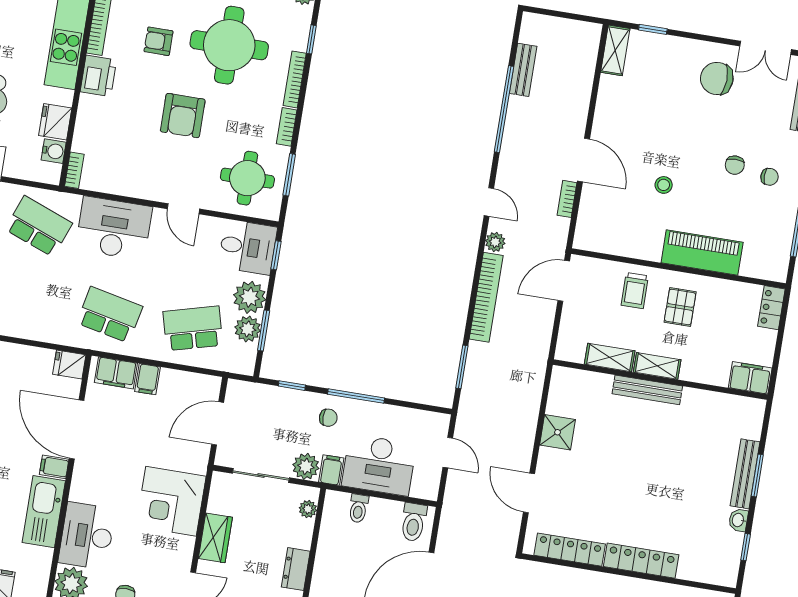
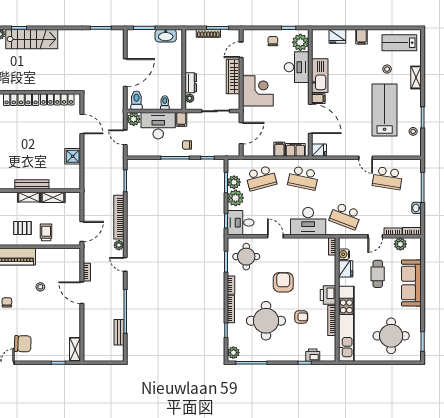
pallet: (680, 307) -> (22, 228), turned 90
plant: (306, 466) -> (134, 119), moved
wardrobe: (215, 538) -> (233, 76), width x1.50
dresser: (296, 569) -> (191, 83), moved

